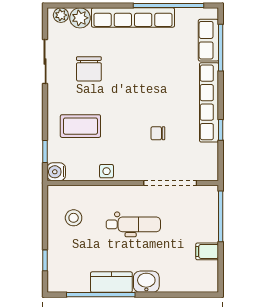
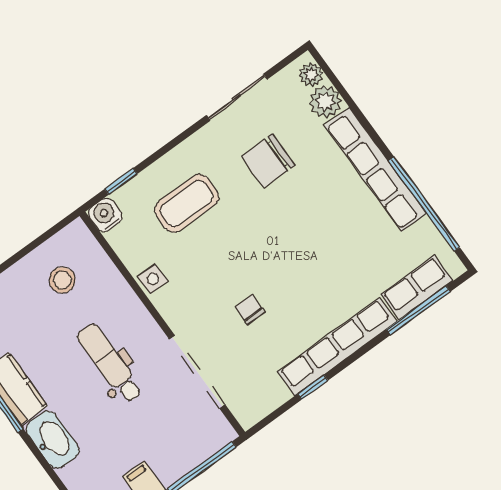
coffee table: (80, 126) -> (187, 203), turned 90
dental chair: (133, 224) -> (110, 363), turned 180
washbasin: (146, 282) -> (53, 440), width x1.38

